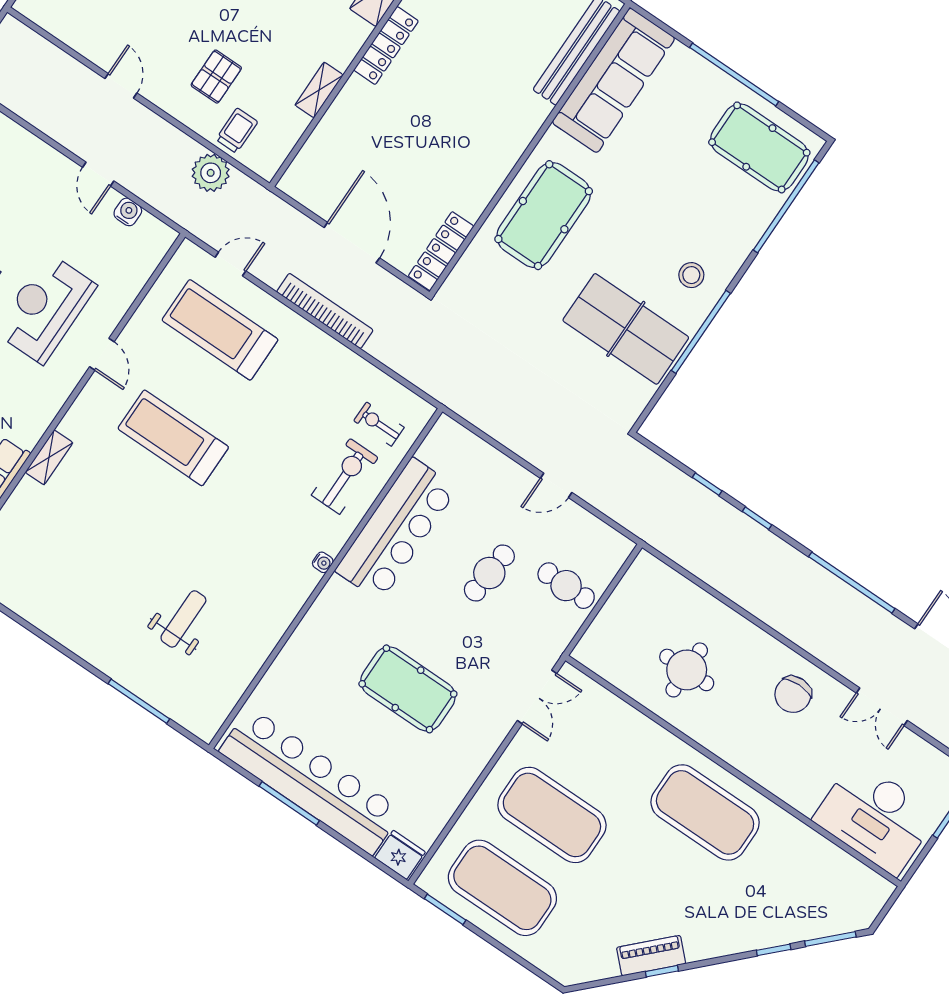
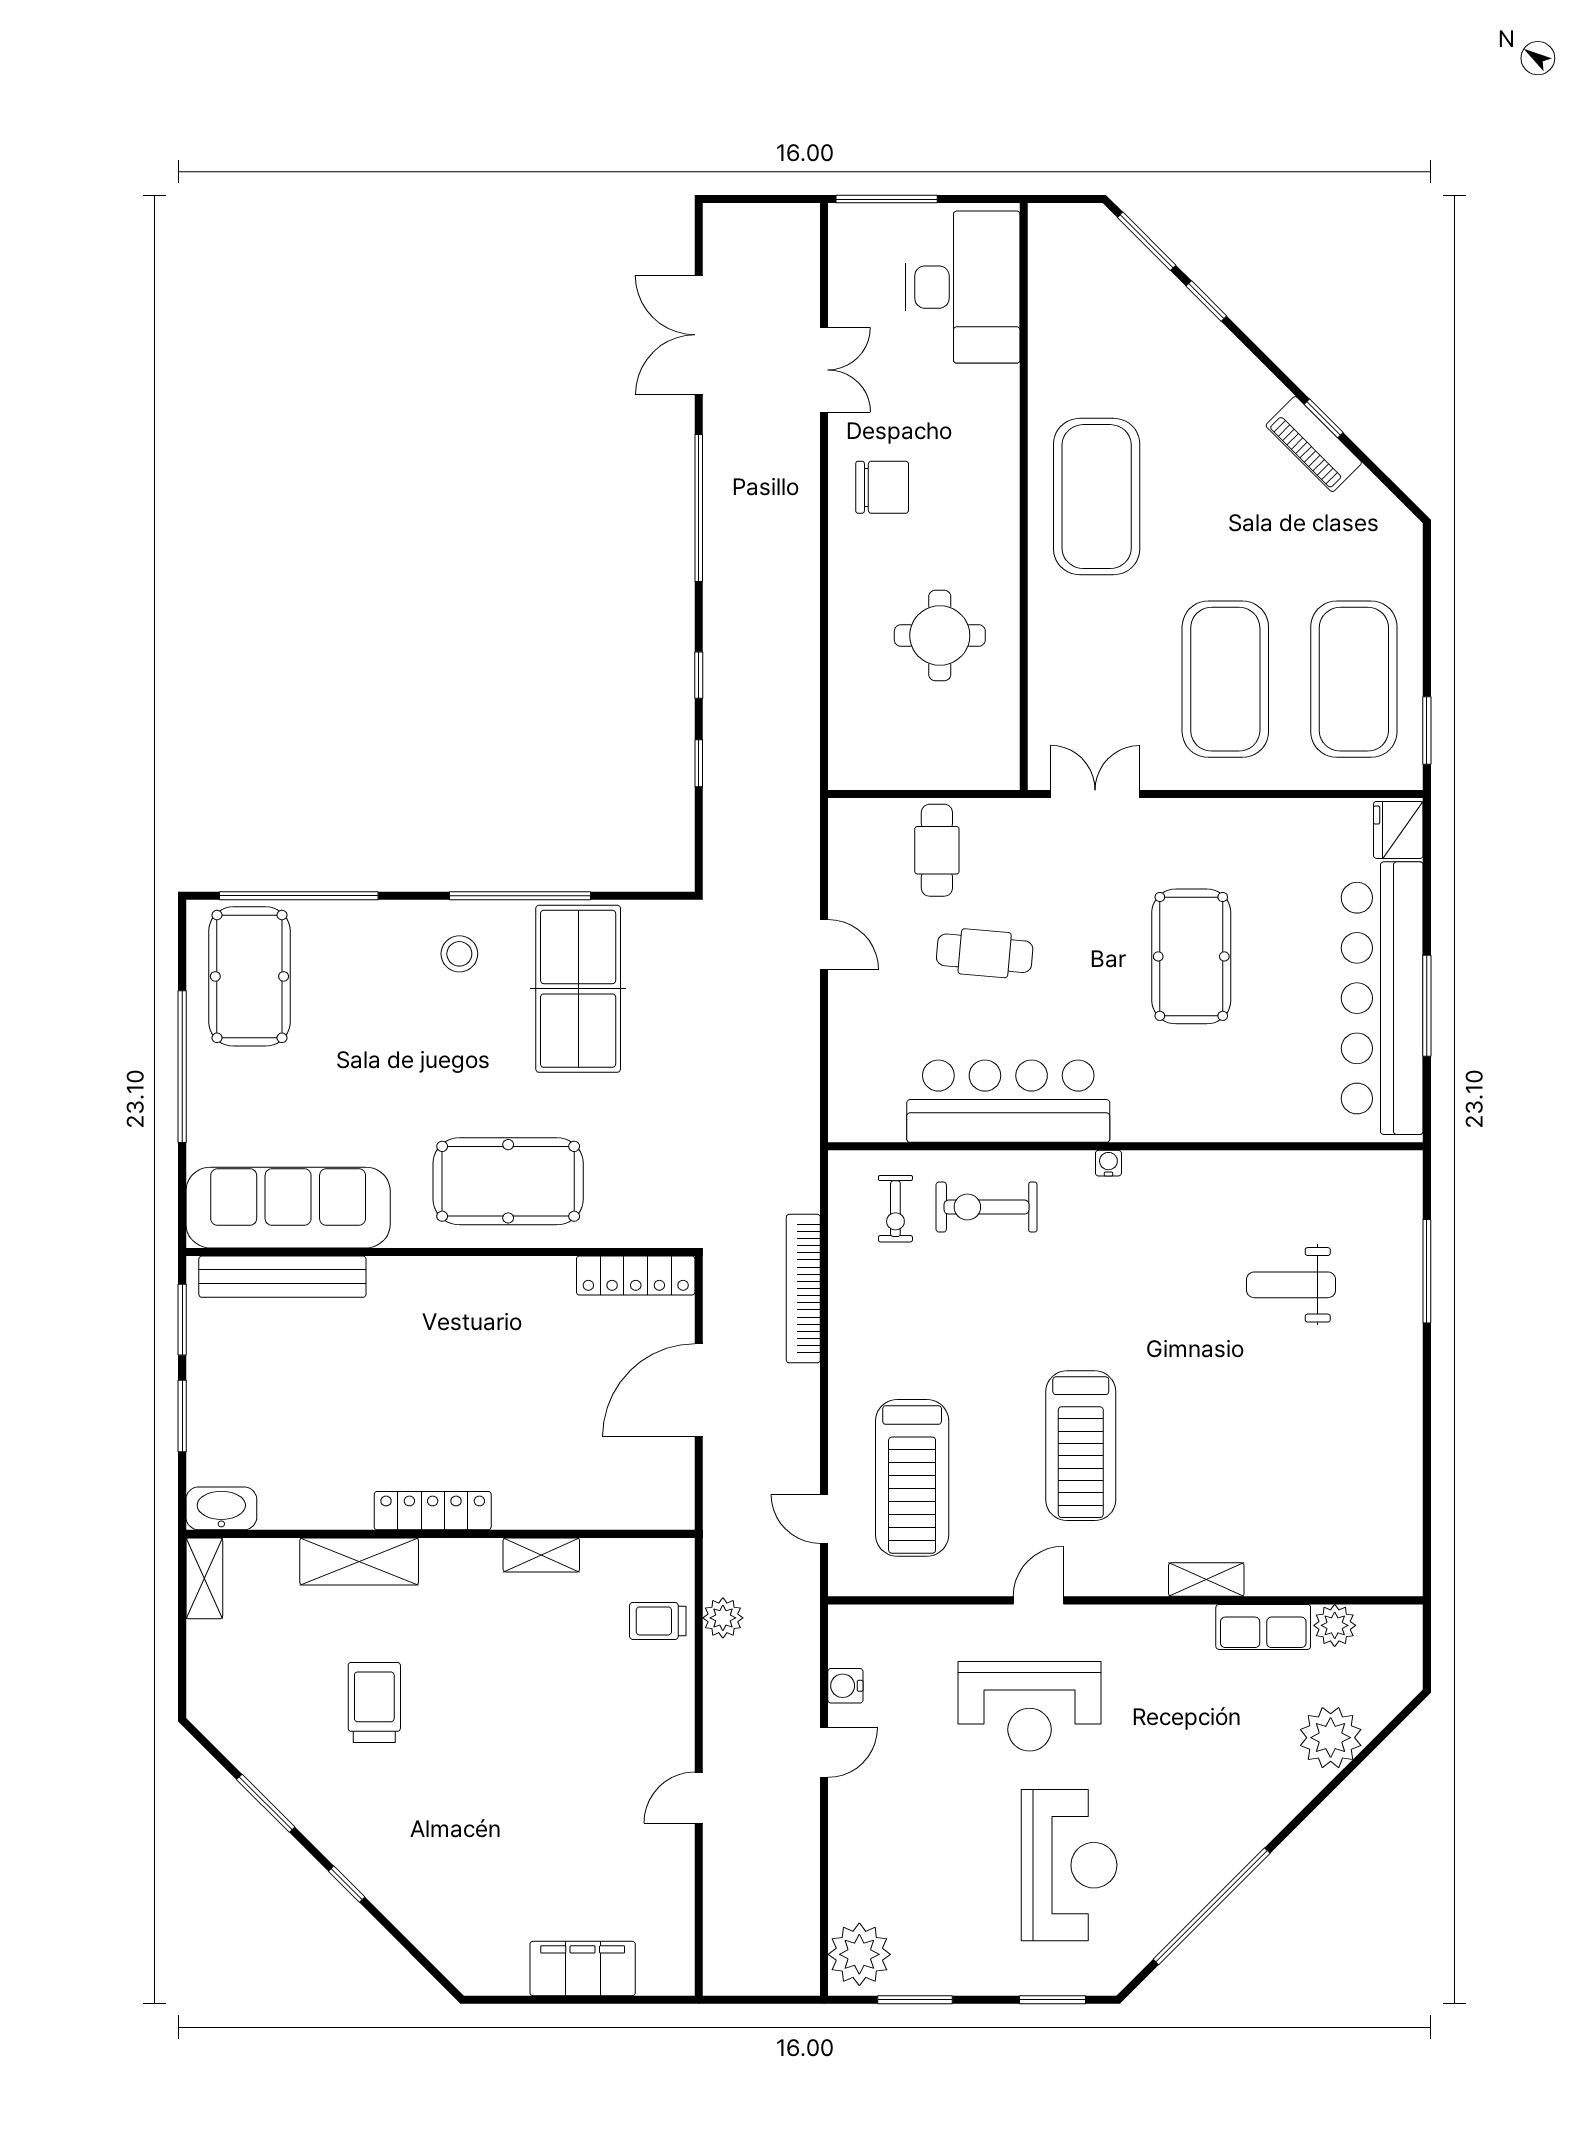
pallet: (216, 77) -> (609, 1690), removed
plant: (211, 173) -> (723, 1618), width x0.73, depth x0.73
bookcase: (325, 311) -> (803, 1289), moved

